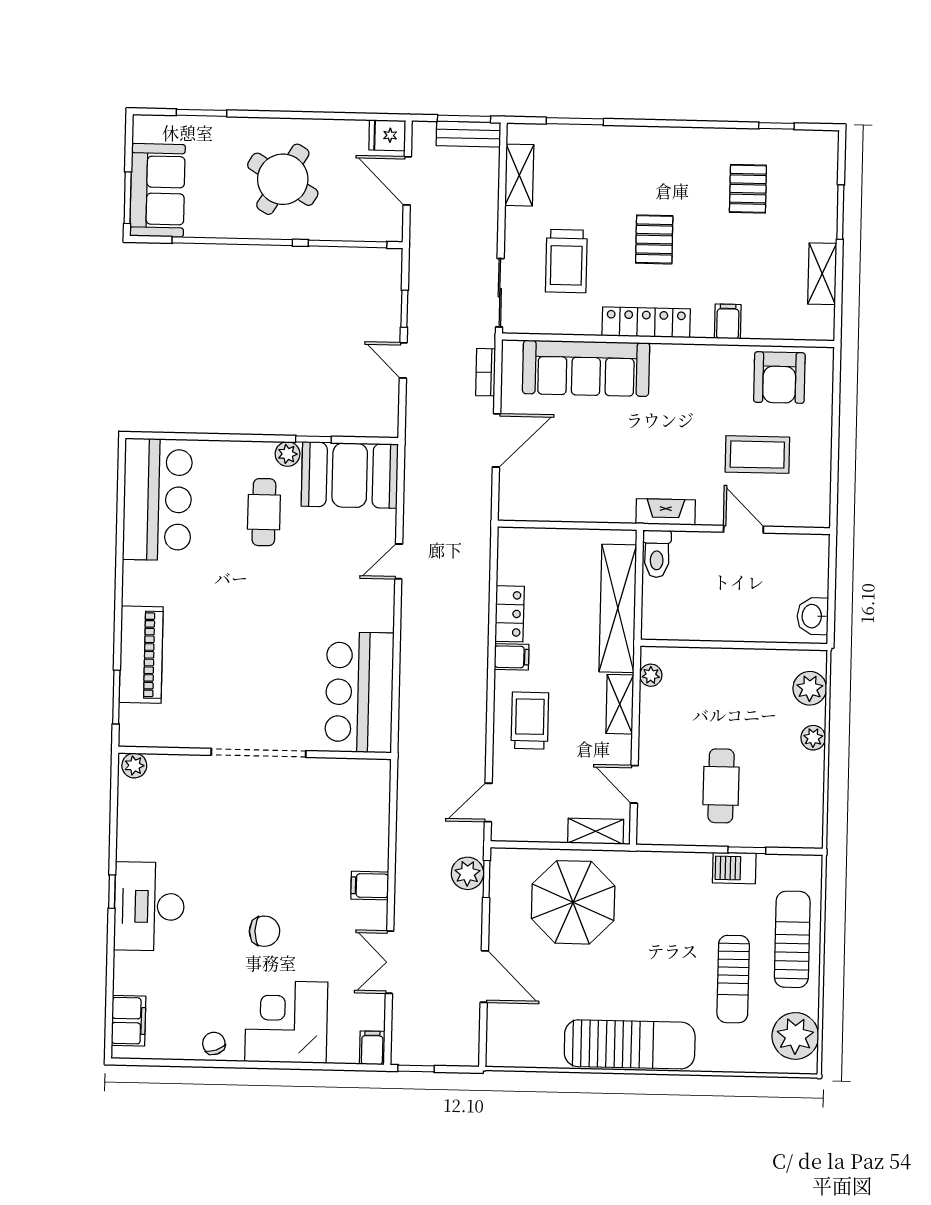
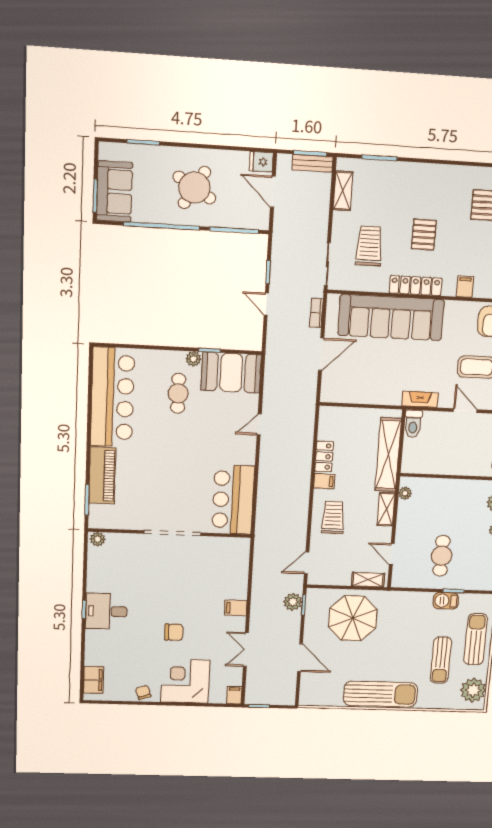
trolley: (566, 261) -> (369, 246), turned 180
sofa: (586, 368) -> (391, 317), width x1.36, depth x1.27
bar counter: (157, 499) -> (112, 397), width x1.36
desk: (149, 906) -> (106, 611), width x0.73

